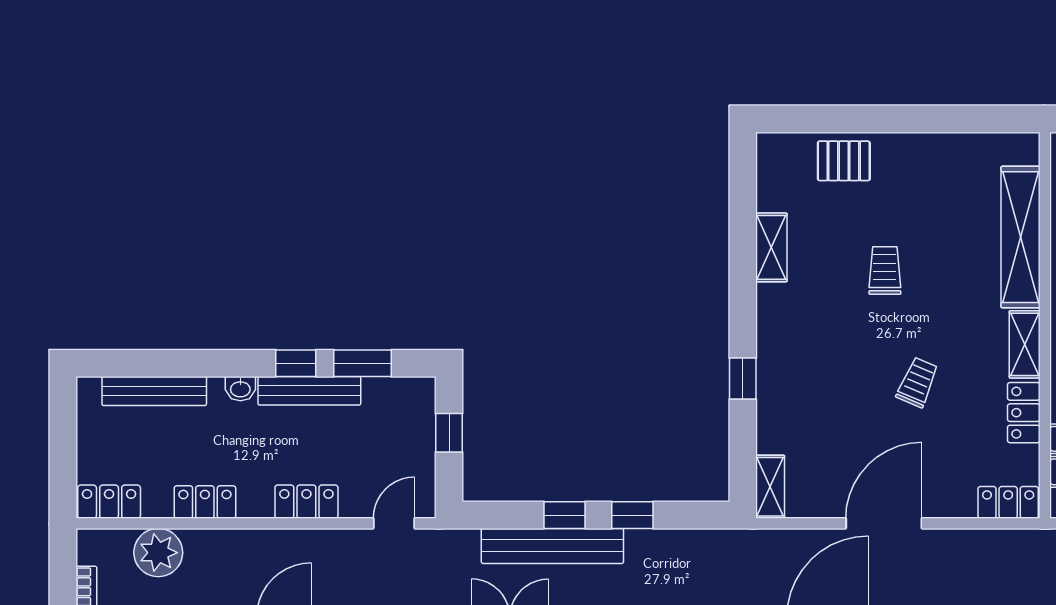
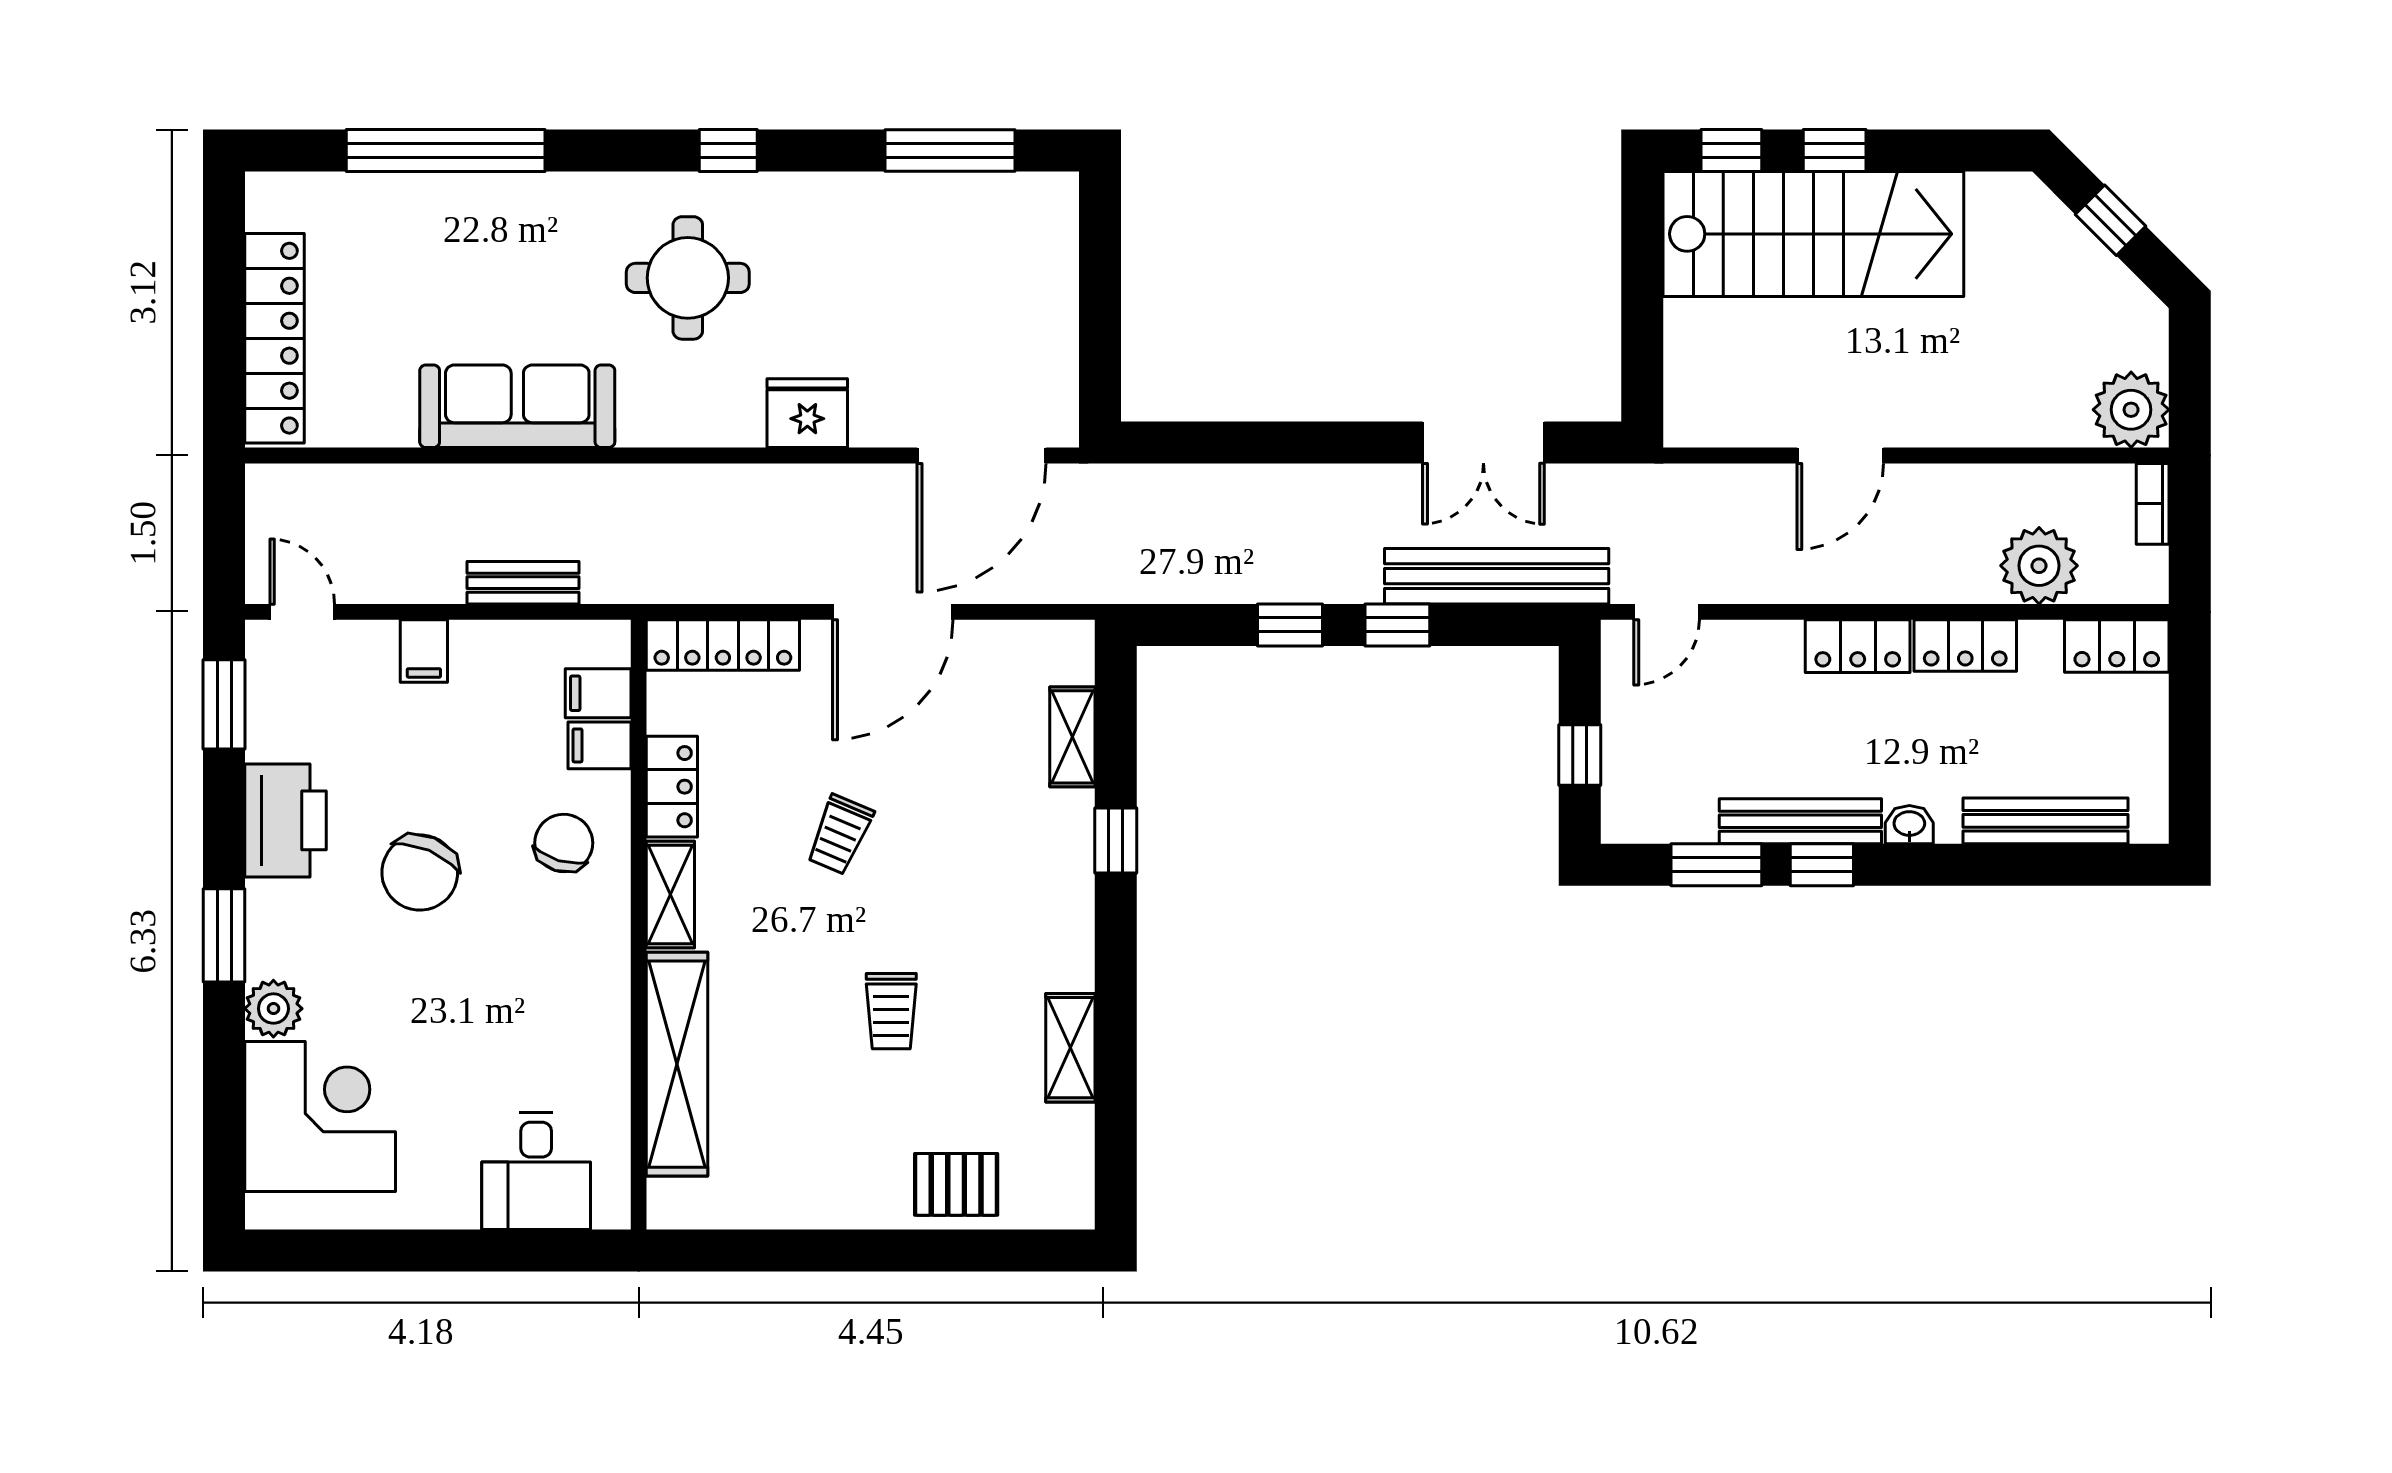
shelving: (770, 487) -> (1072, 737), moved
locker: (306, 502) -> (1858, 646), moved
locker: (1008, 502) -> (723, 645), width x1.53
bench: (552, 546) -> (1497, 576), moved

